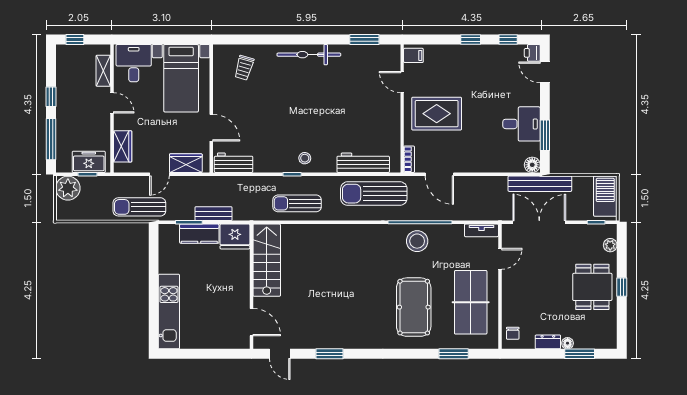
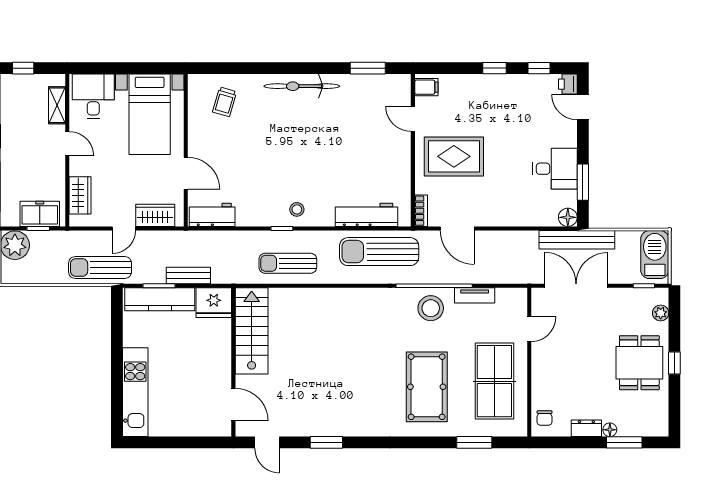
tv unit: (481, 230) -> (475, 295), moved
kitchen counter: (199, 234) -> (160, 299), width x1.50

